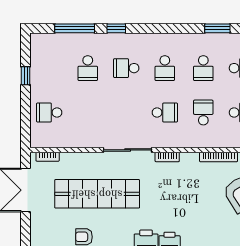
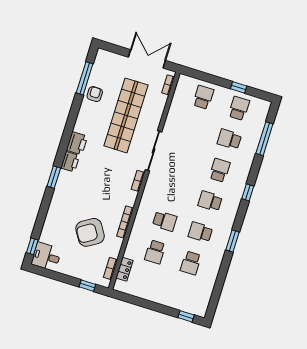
window: (116, 28) -> (248, 192), moved
window: (217, 28) -> (233, 241), moved
school desk: (165, 113) -> (239, 108), moved, turned 180

